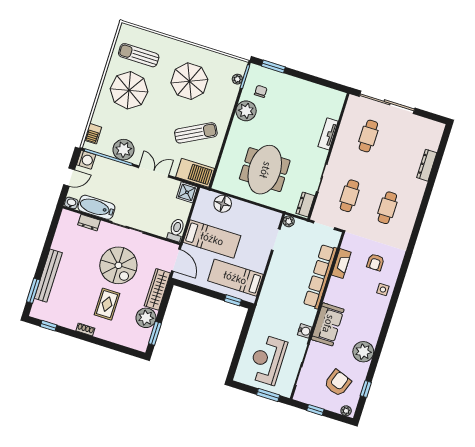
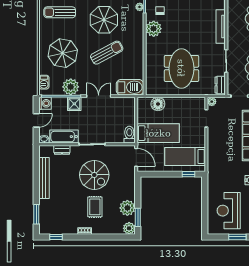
parasol: (129, 90) -> (63, 53), moved
sun lounger: (196, 133) -> (107, 53), moved
tv unit: (328, 134) -> (221, 27), width x1.41
shower: (187, 192) -> (74, 104), moved
bench: (48, 276) -> (44, 178), moved
wardrobe: (157, 289) -> (129, 184), removed
plant: (140, 343) -> (129, 228), added

